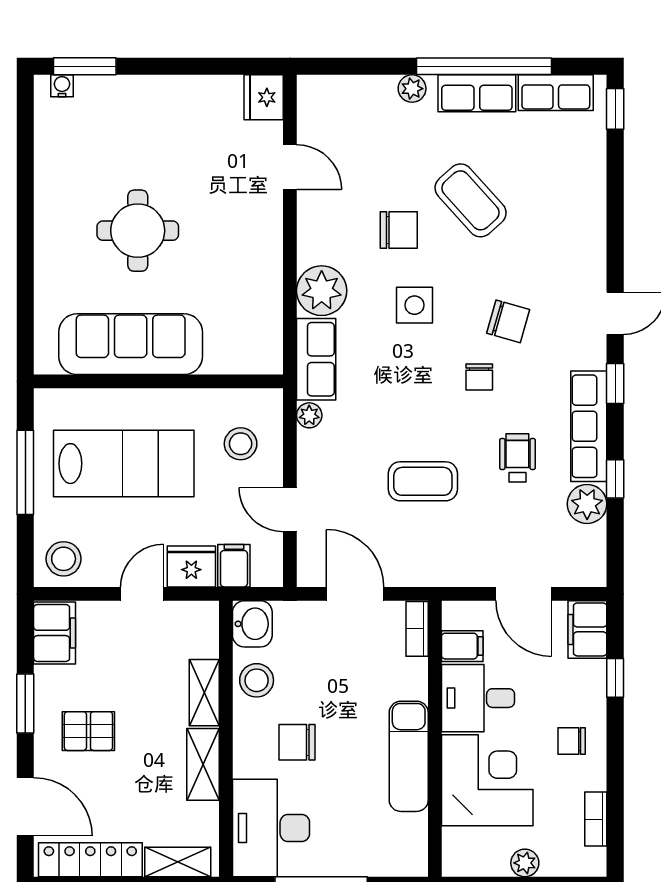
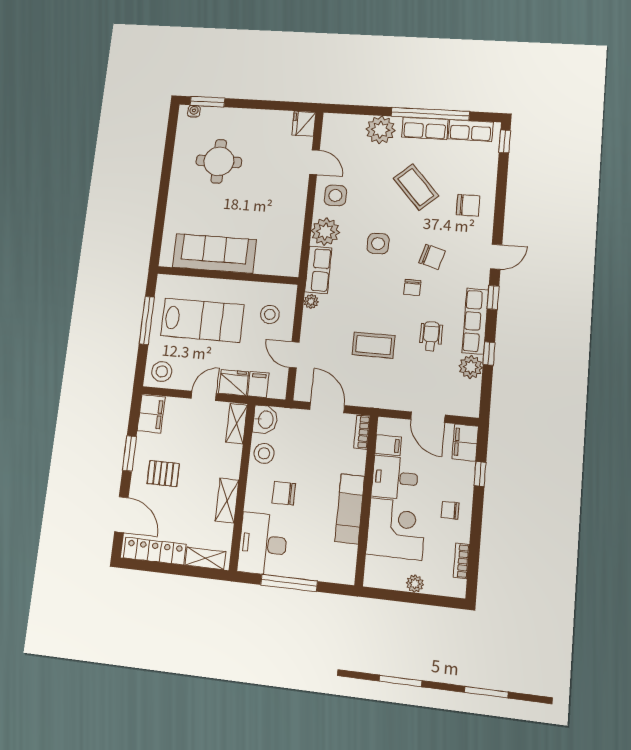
plant: (412, 89) -> (380, 130), width x1.88, depth x1.88
side table: (333, 225) -> (335, 195), added
chair: (399, 230) -> (468, 205), moved
round table: (138, 231) -> (219, 161), moved
shelving: (204, 693) -> (236, 424), moved

